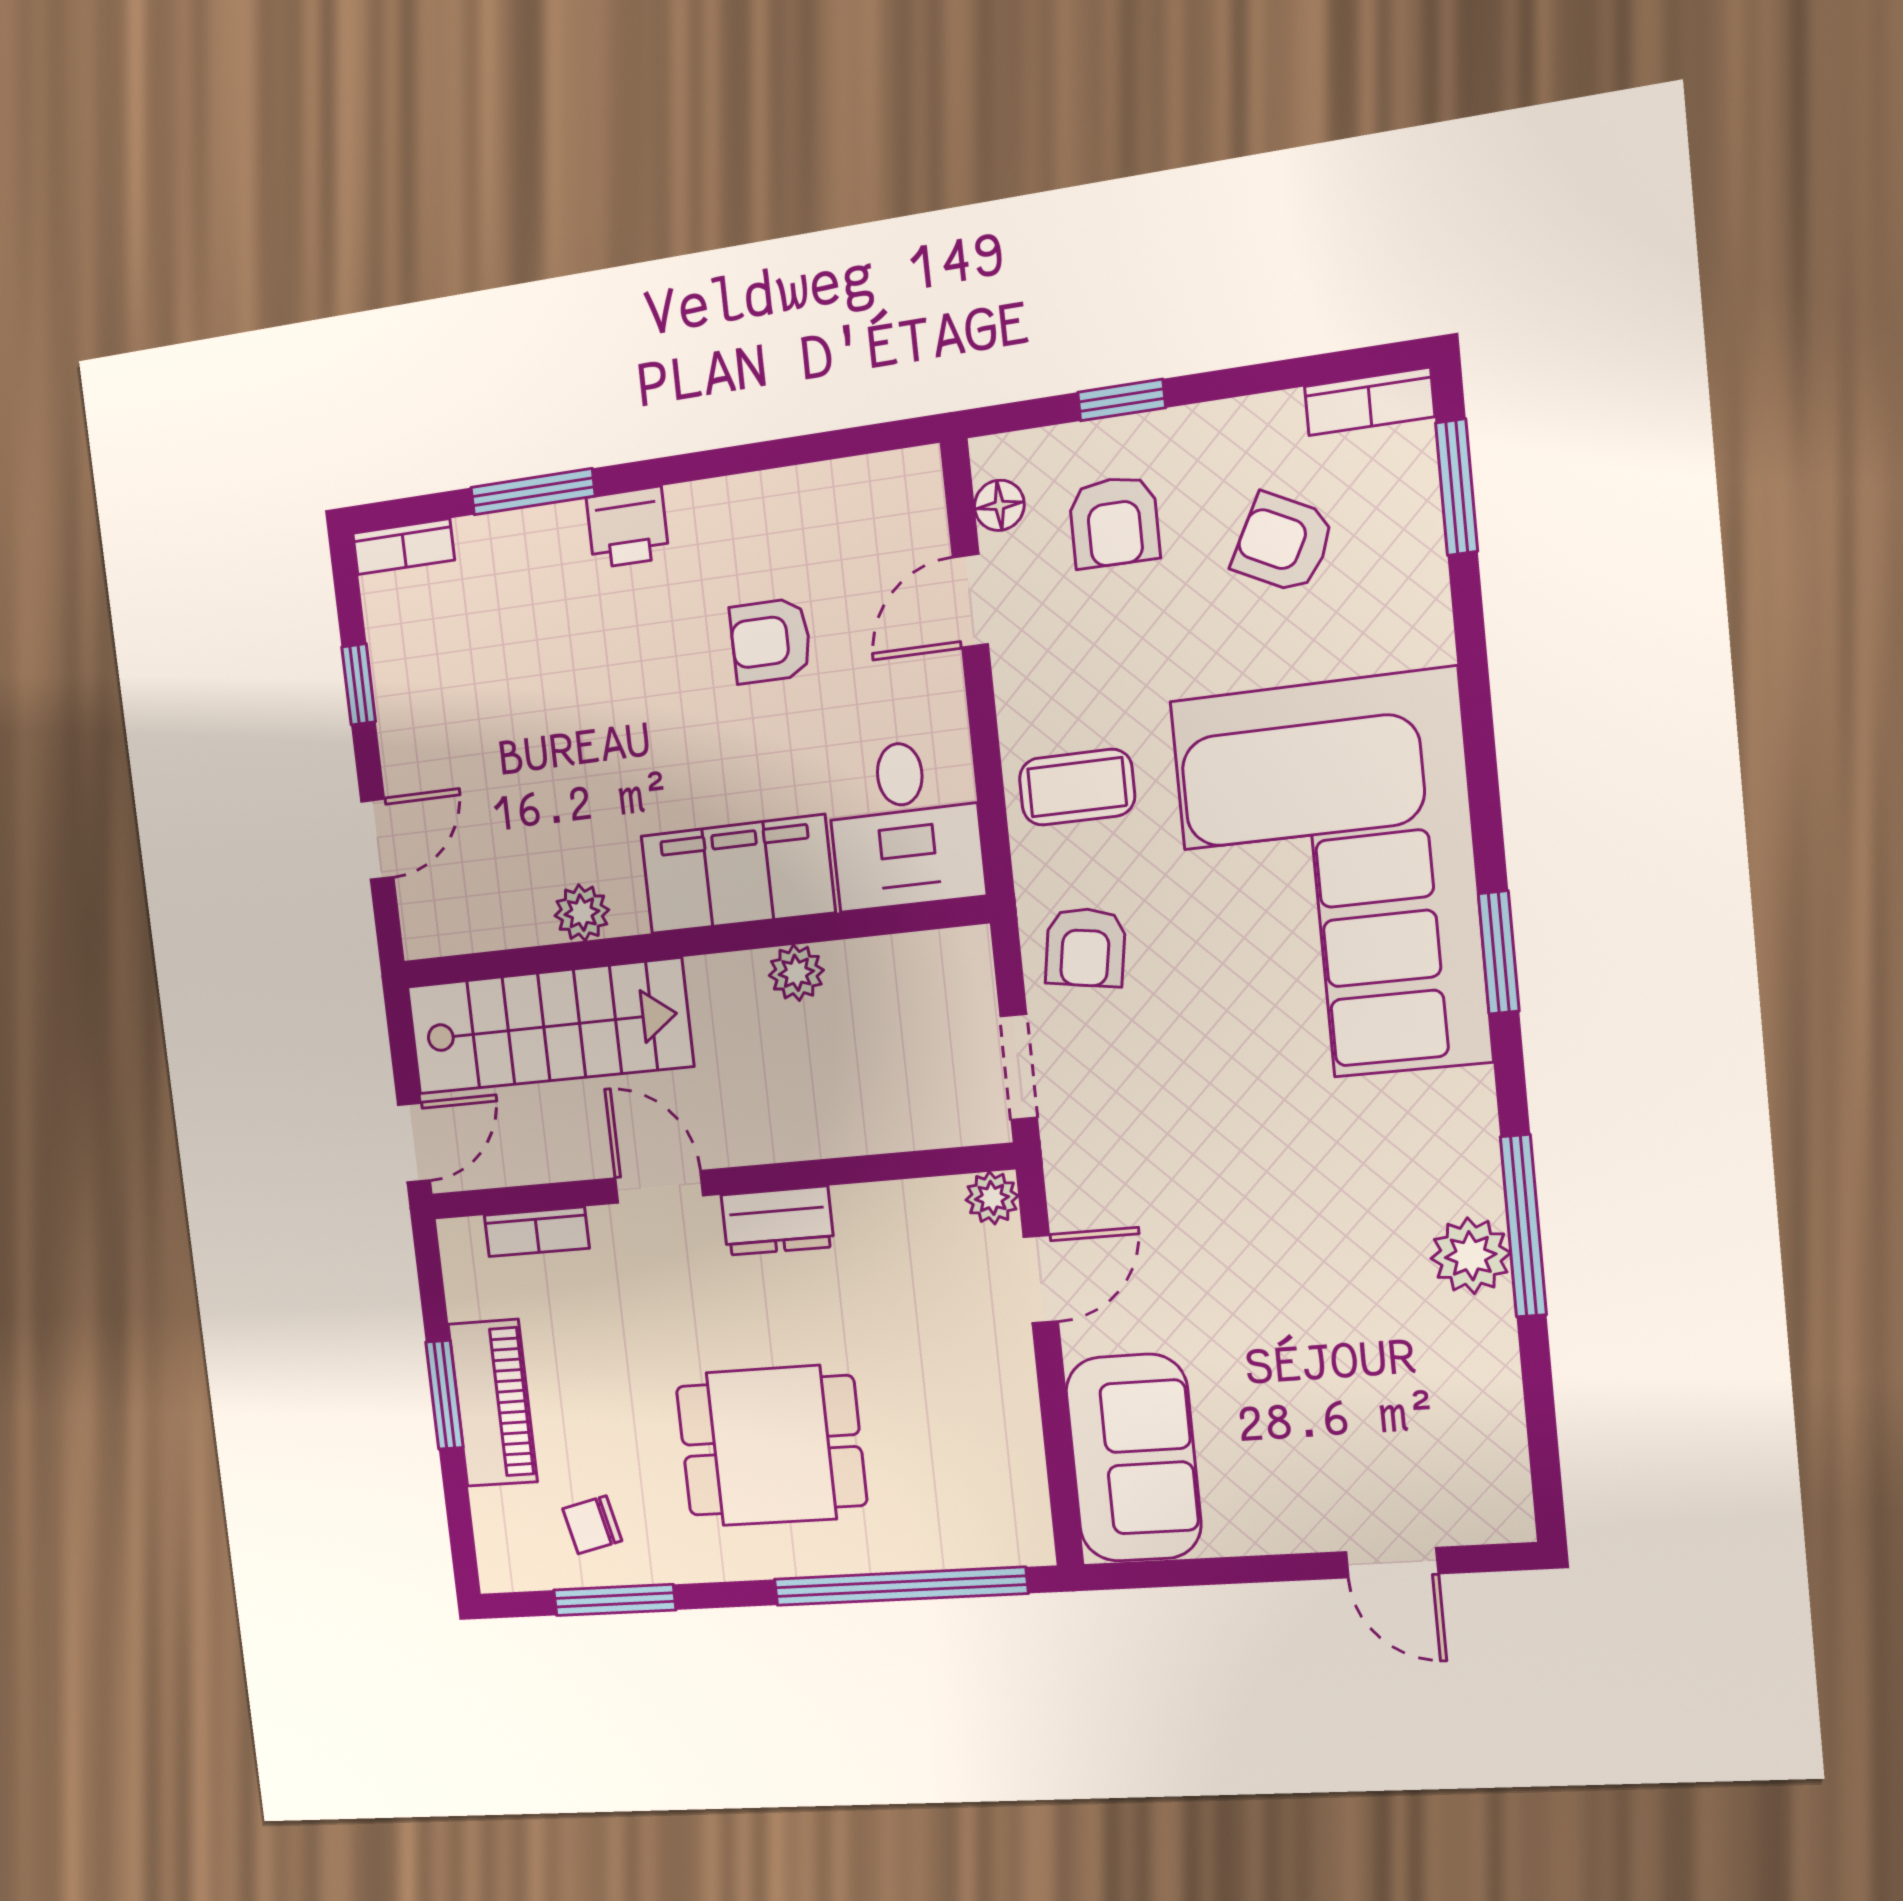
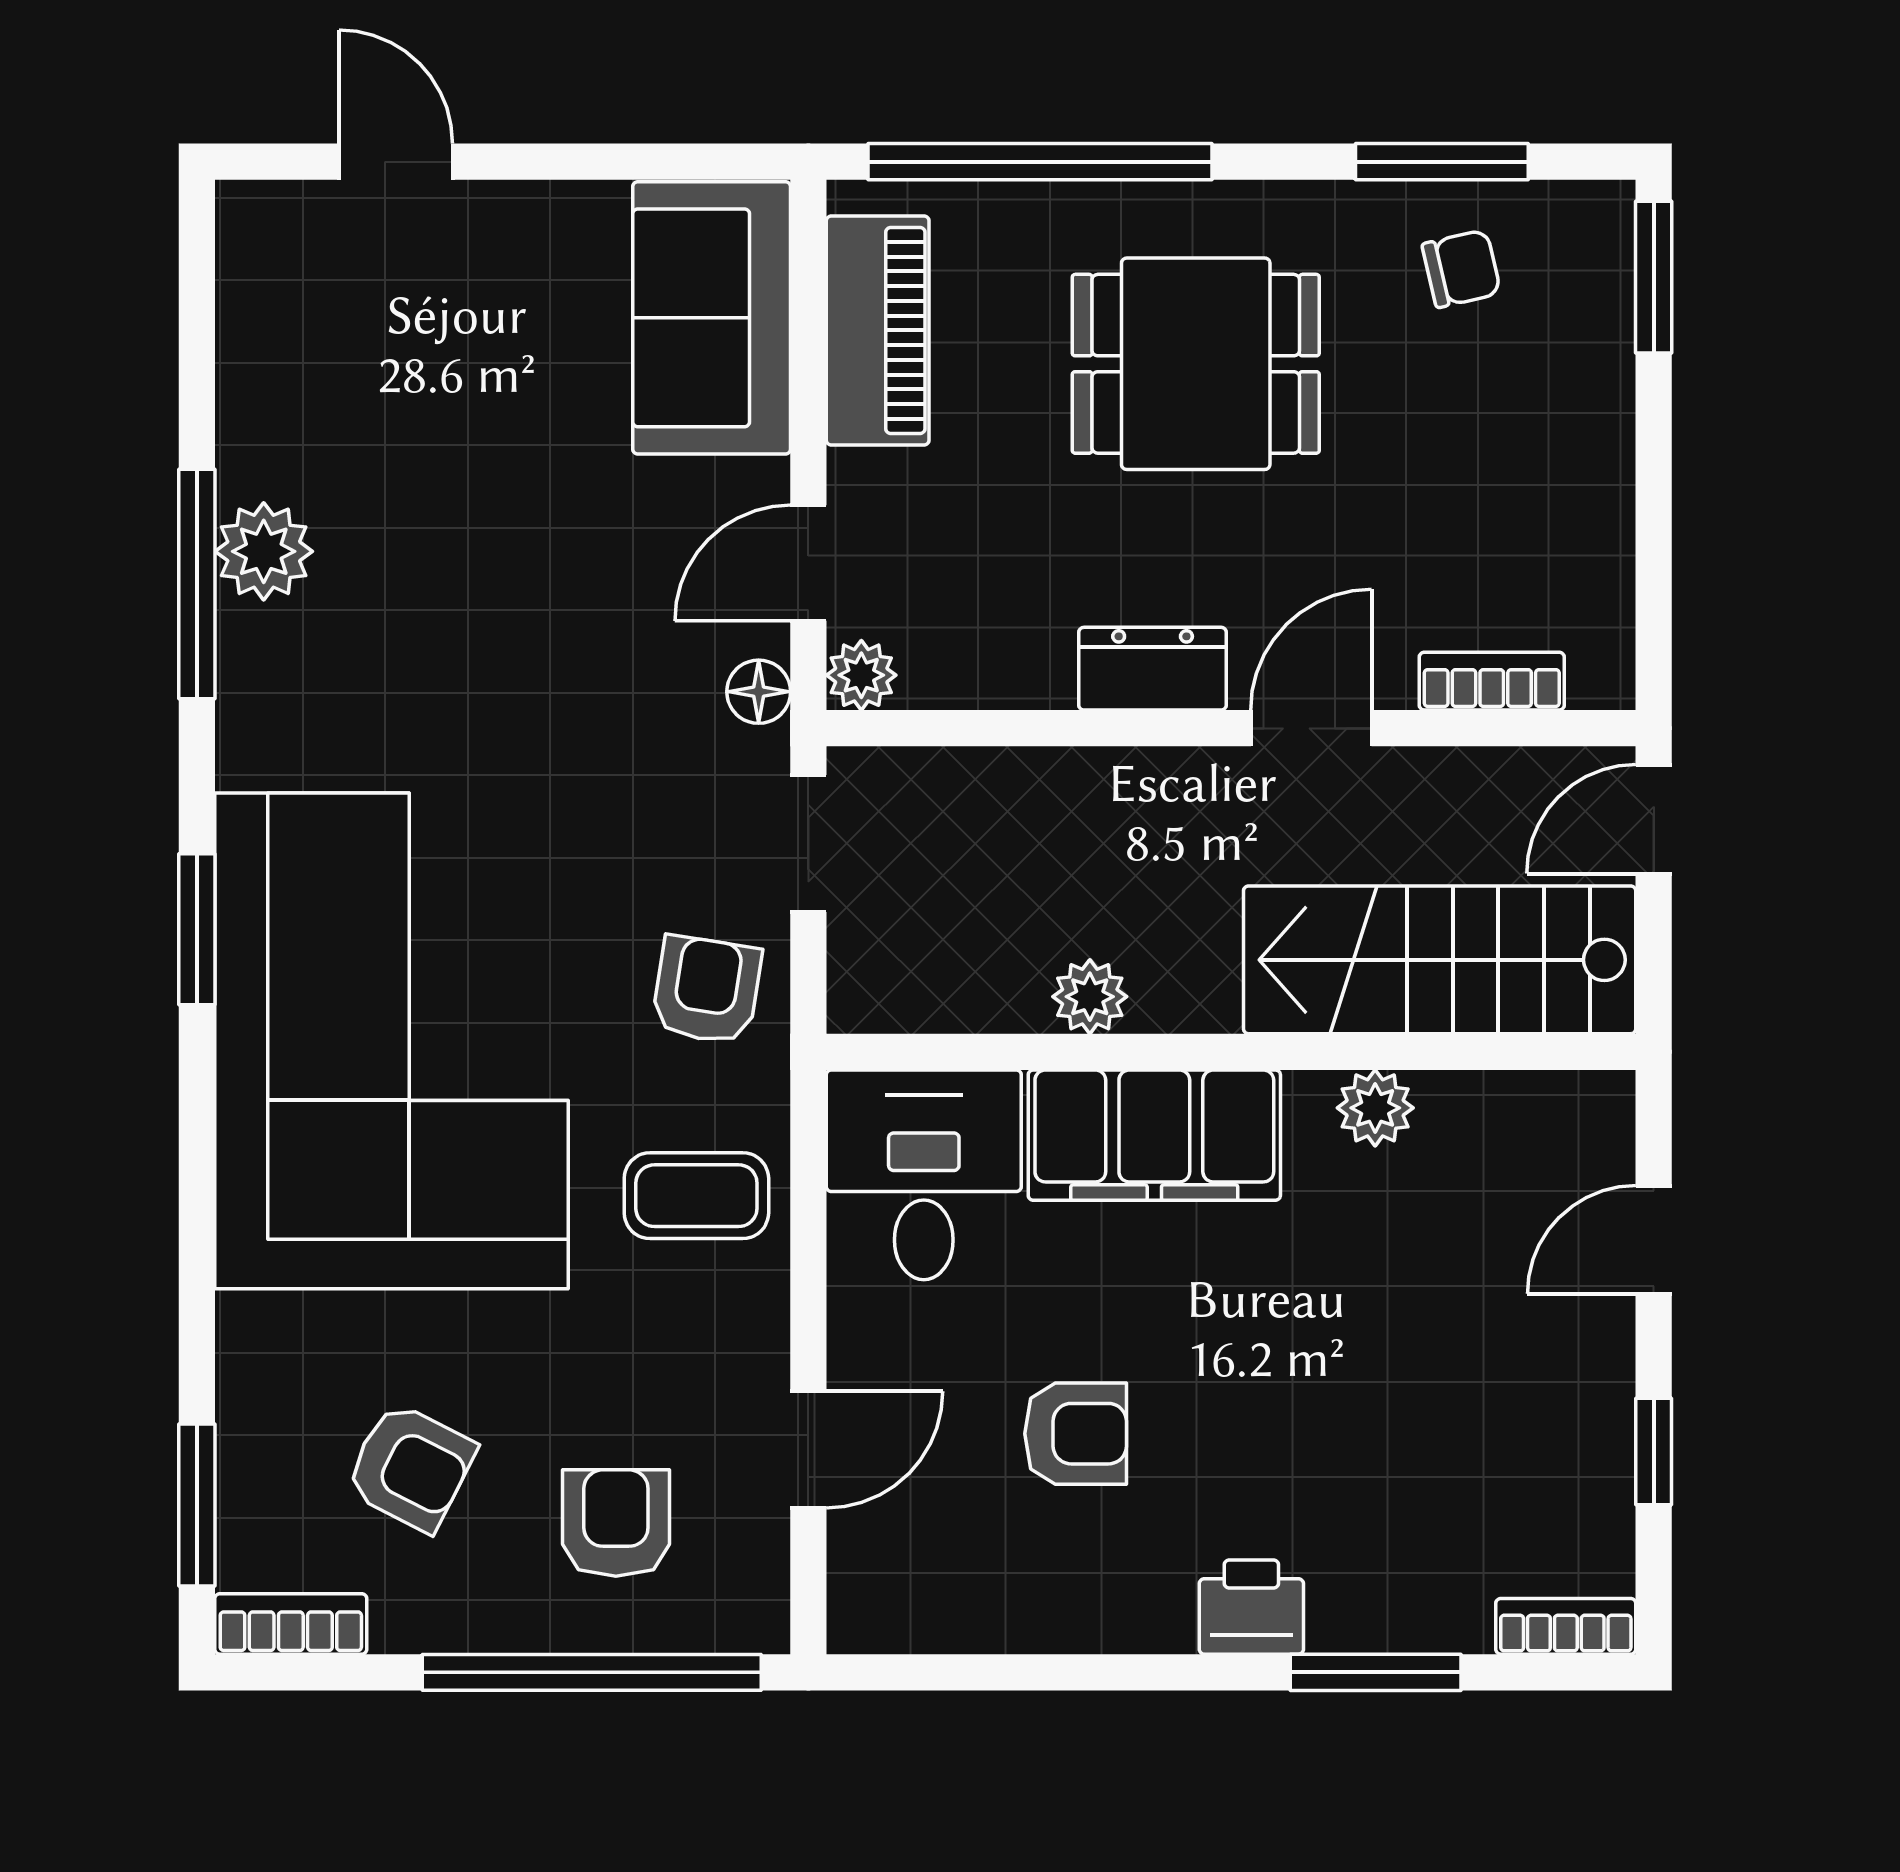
window: (1122, 400) -> (592, 1672), width x3.17
floor lamp: (999, 505) -> (759, 692), moved
door: (659, 1187) -> (1311, 728), swing flipped
window: (444, 1395) -> (1654, 277), moved
piano: (493, 1403) -> (878, 330), moved, turned 180

